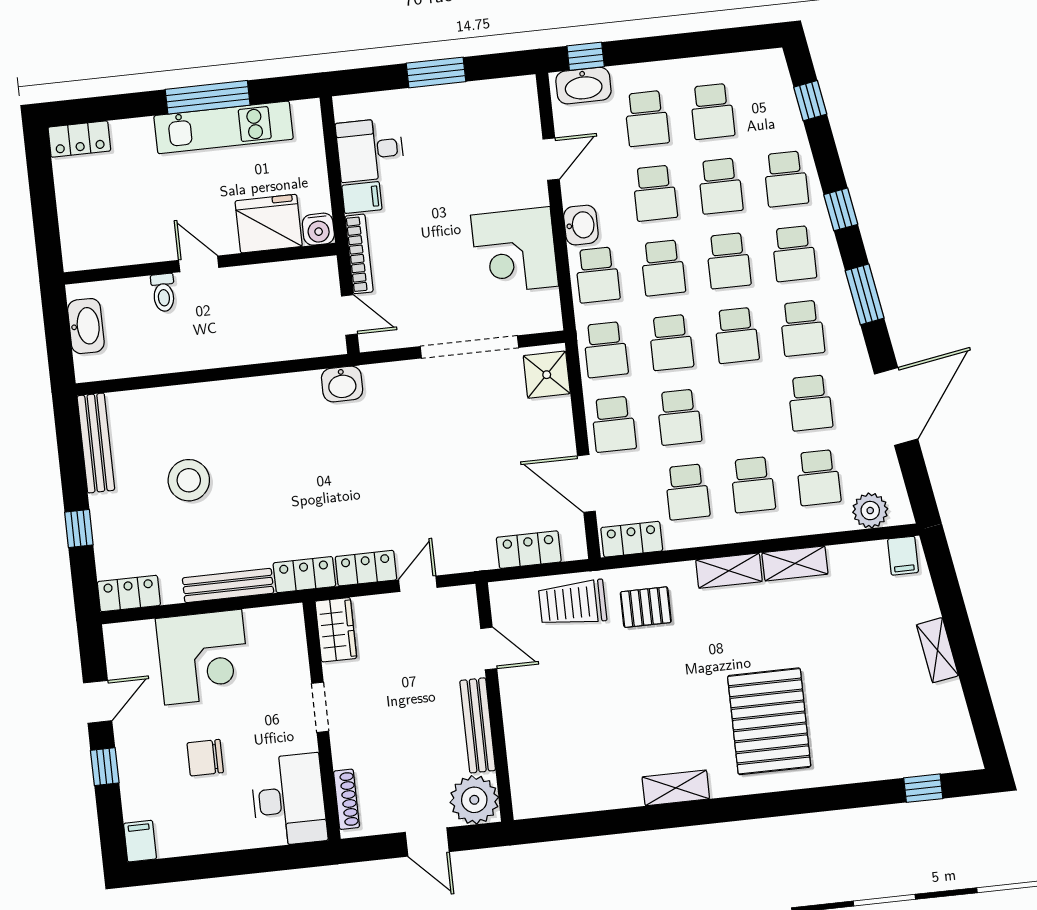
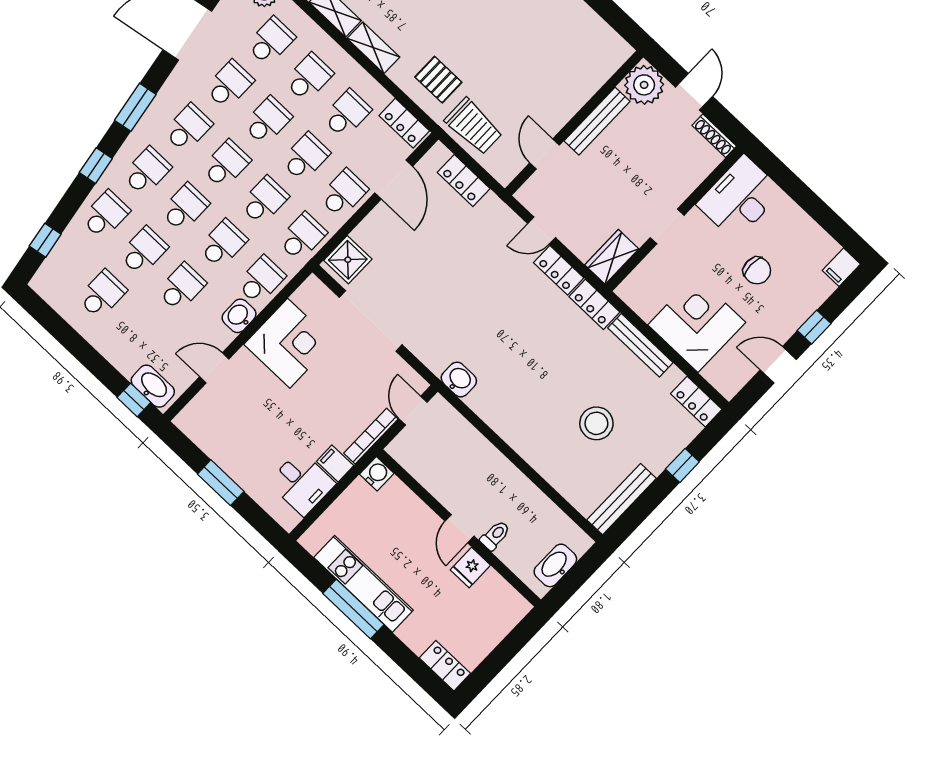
school desk: (647, 118) -> (267, 121), moved
fridge: (269, 224) -> (470, 568), moved, width x0.53, depth x0.75
shoe rack: (346, 799) -> (714, 136), moved, turned -90

